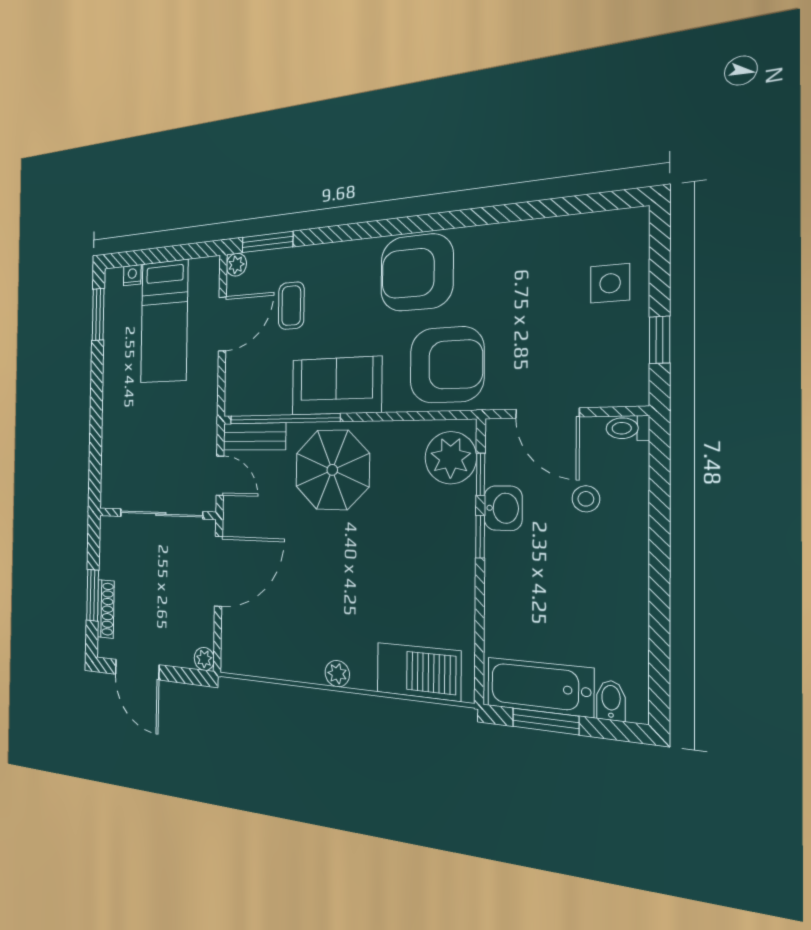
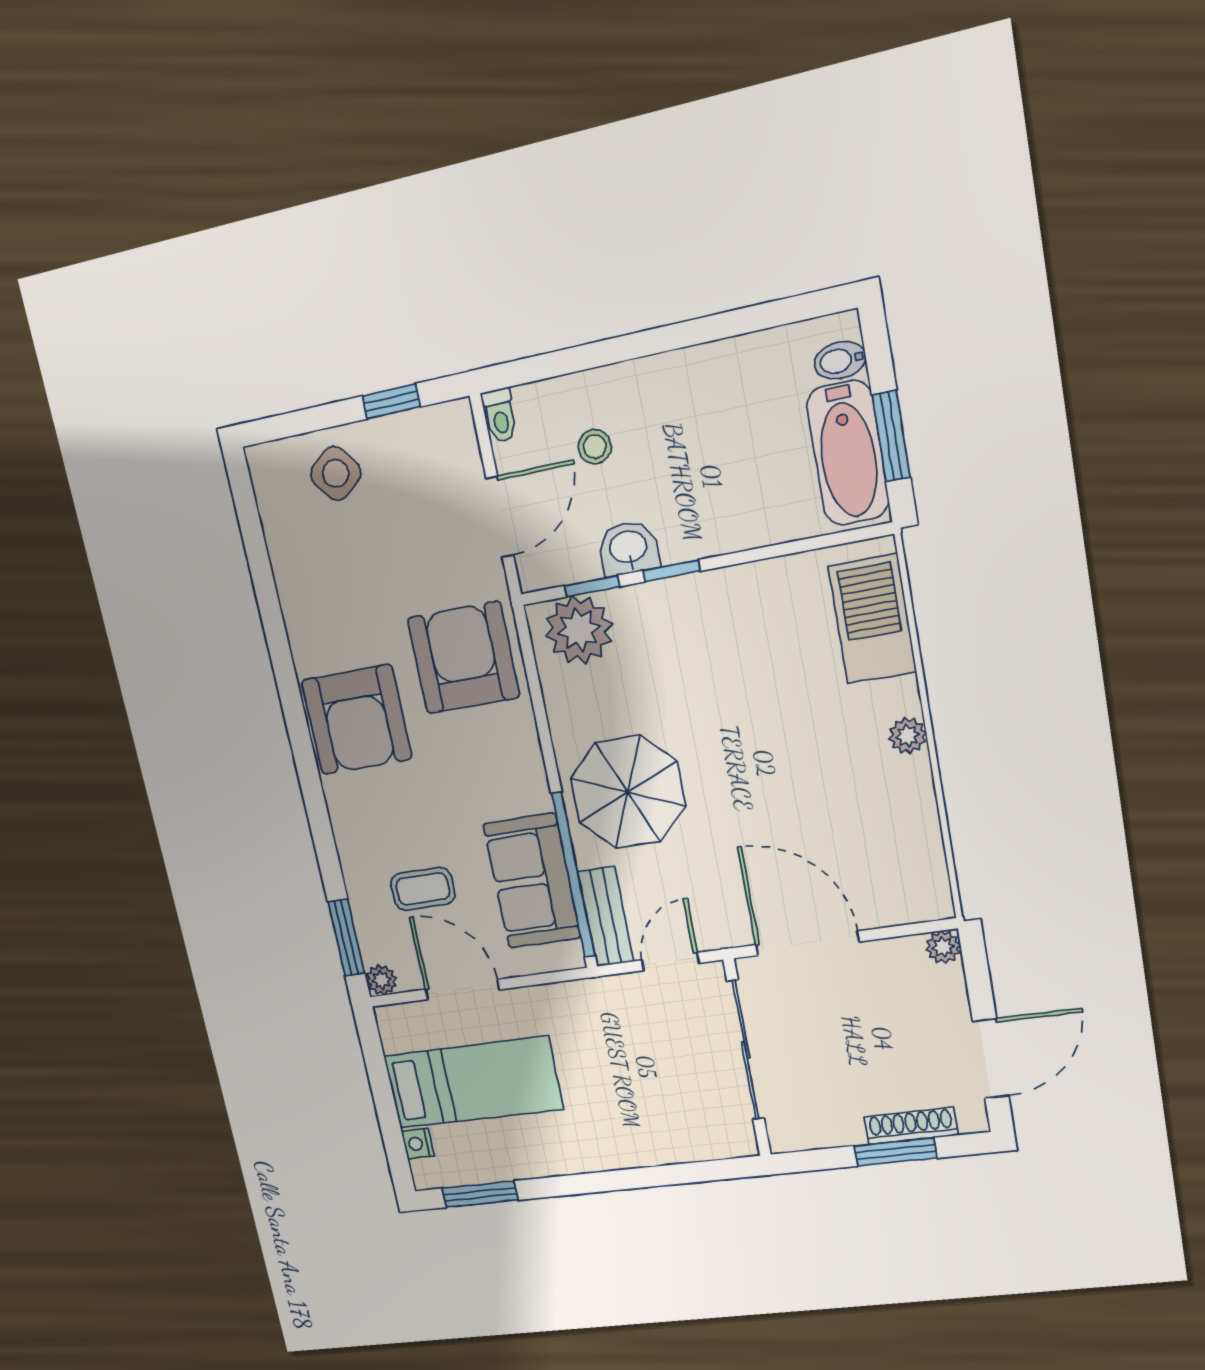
side table: (610, 283) -> (336, 473), turned -38
sofa: (336, 386) -> (532, 881), moved

